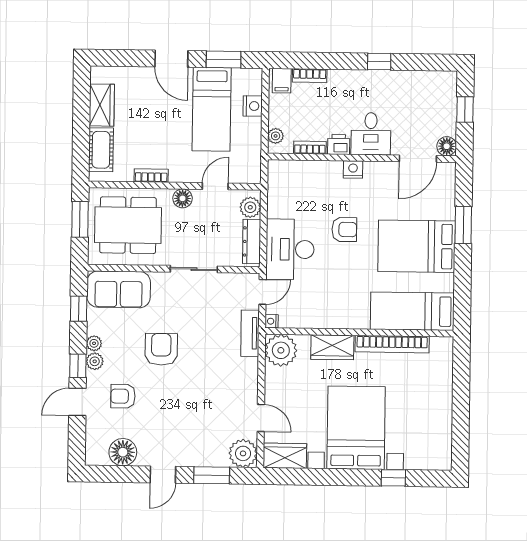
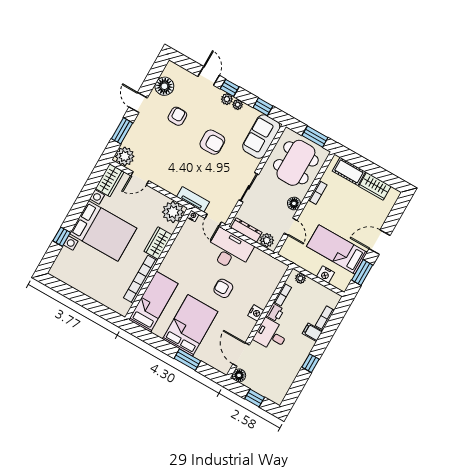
filing cabinet: (282, 81) -> (312, 332), moved
armchair: (344, 229) -> (223, 288), turned 90
armchair: (123, 396) -> (177, 116), moved

